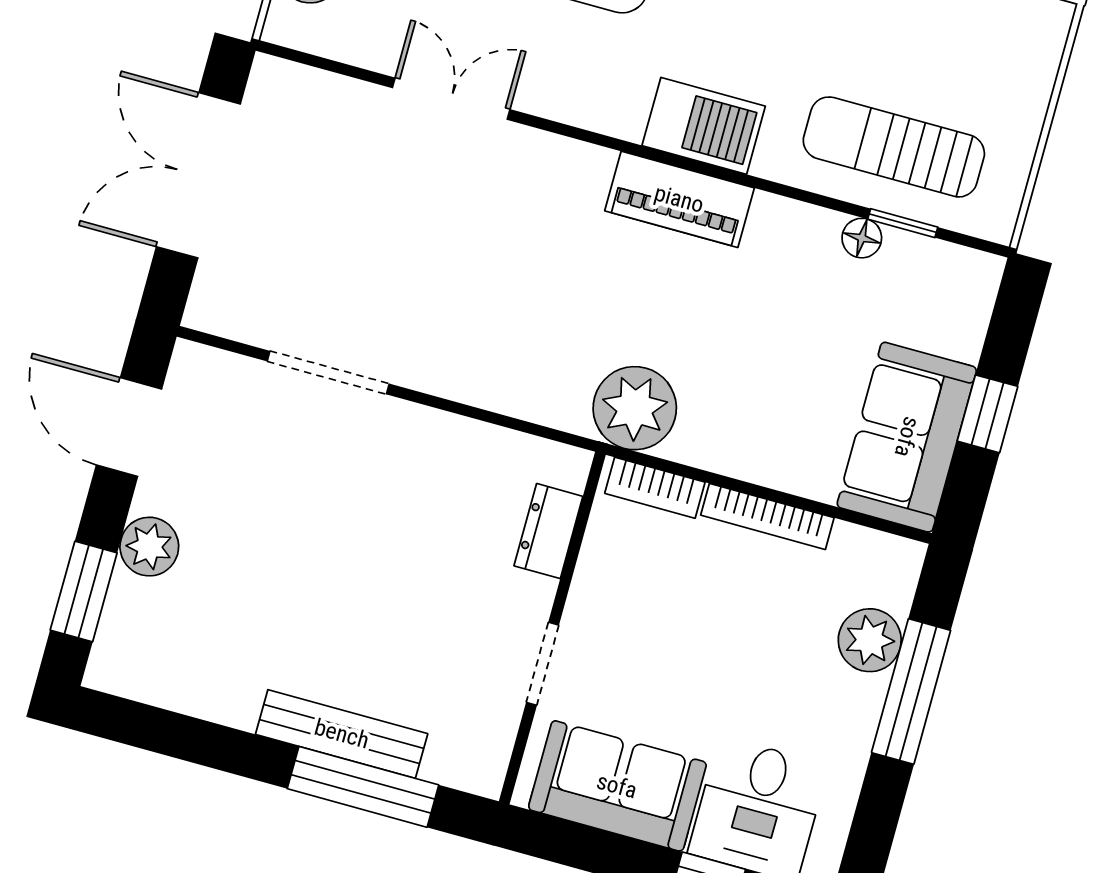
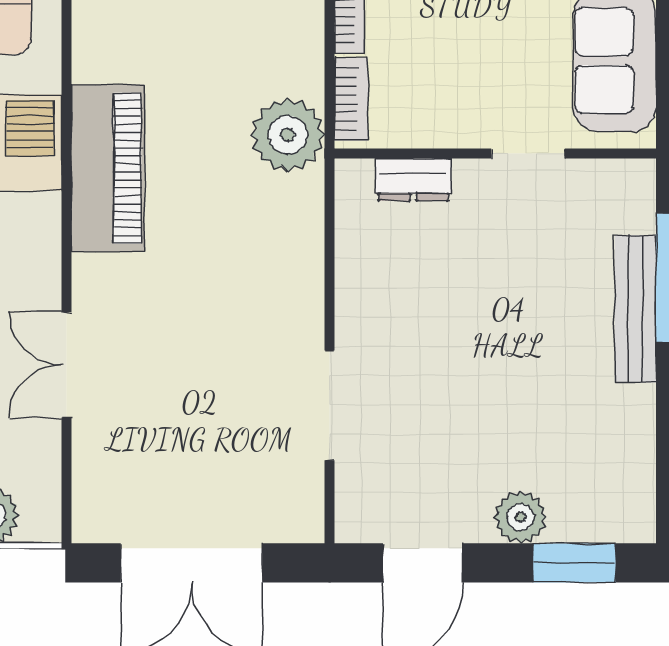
piano: (679, 199) -> (108, 168), width x1.37, depth x1.33

